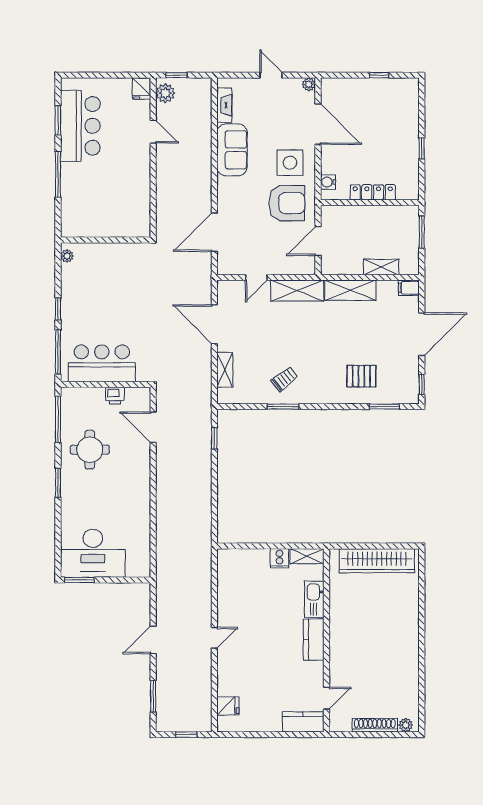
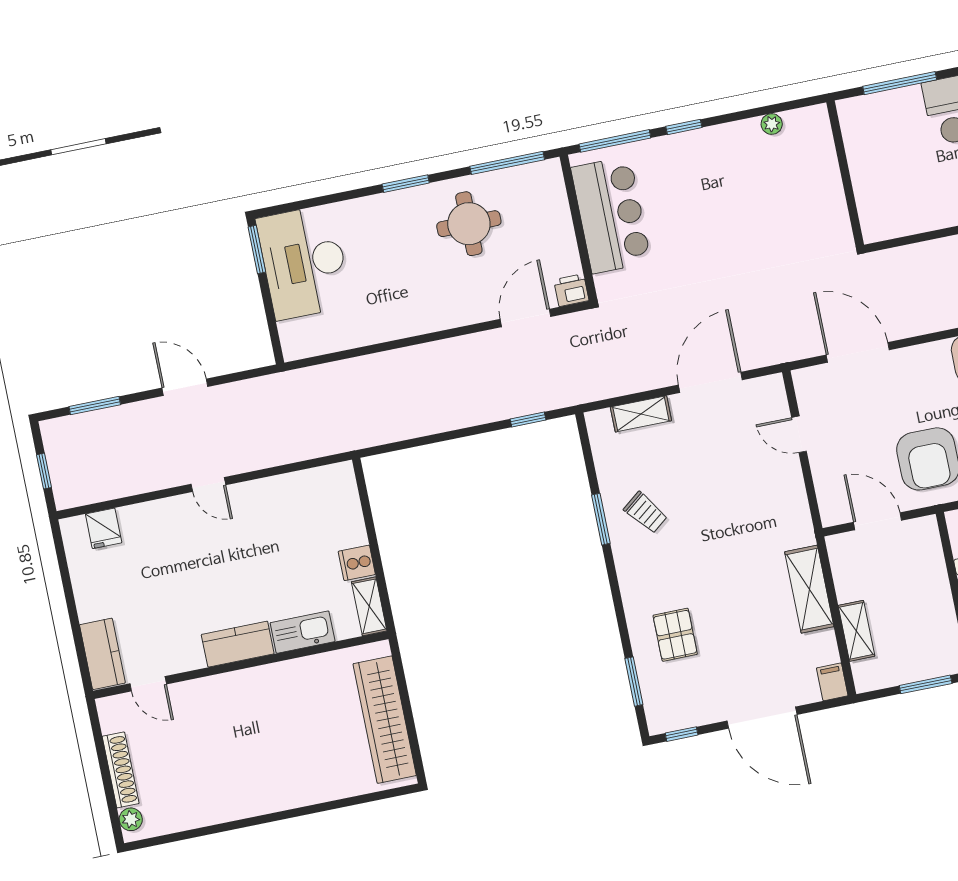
wall: (106, 240) -> (845, 173), moved
shelving: (297, 291) -> (791, 504), removed
printer: (115, 396) -> (571, 290), moved, turned 90

